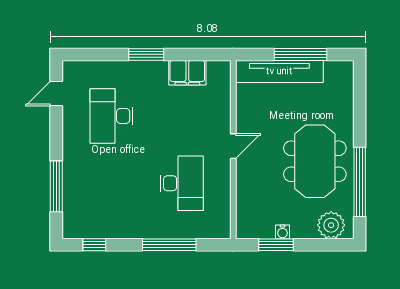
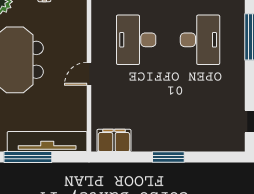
filing cabinet: (187, 73) -> (114, 140), moved
desk: (112, 116) -> (200, 40), moved

